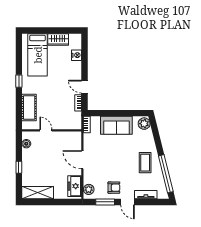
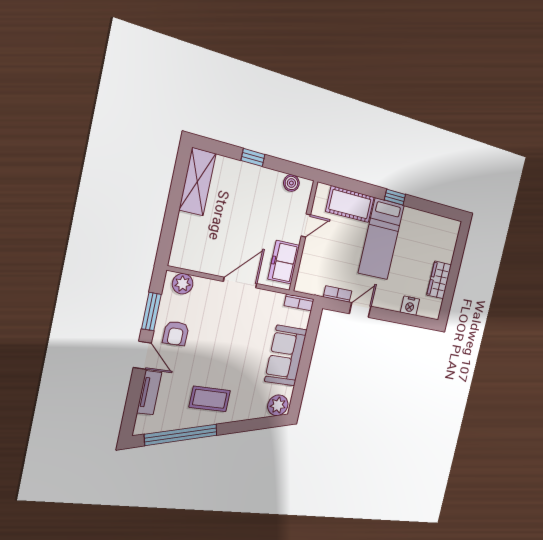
bed: (38, 55) -> (381, 239), moved, turned -90
freezer: (75, 186) -> (284, 262), moved, turned -90
door: (127, 202) -> (142, 355), swing flipped

